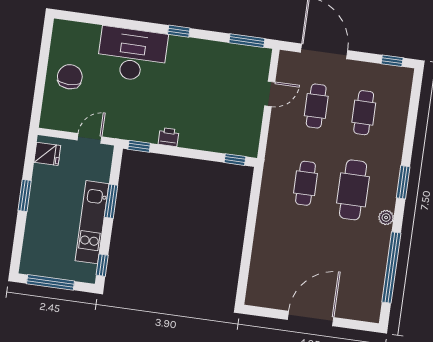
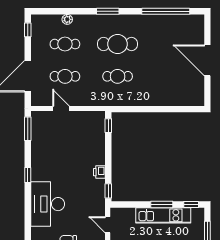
window: (111, 201) -> (162, 205), moved
plant: (386, 217) -> (67, 19), moved

